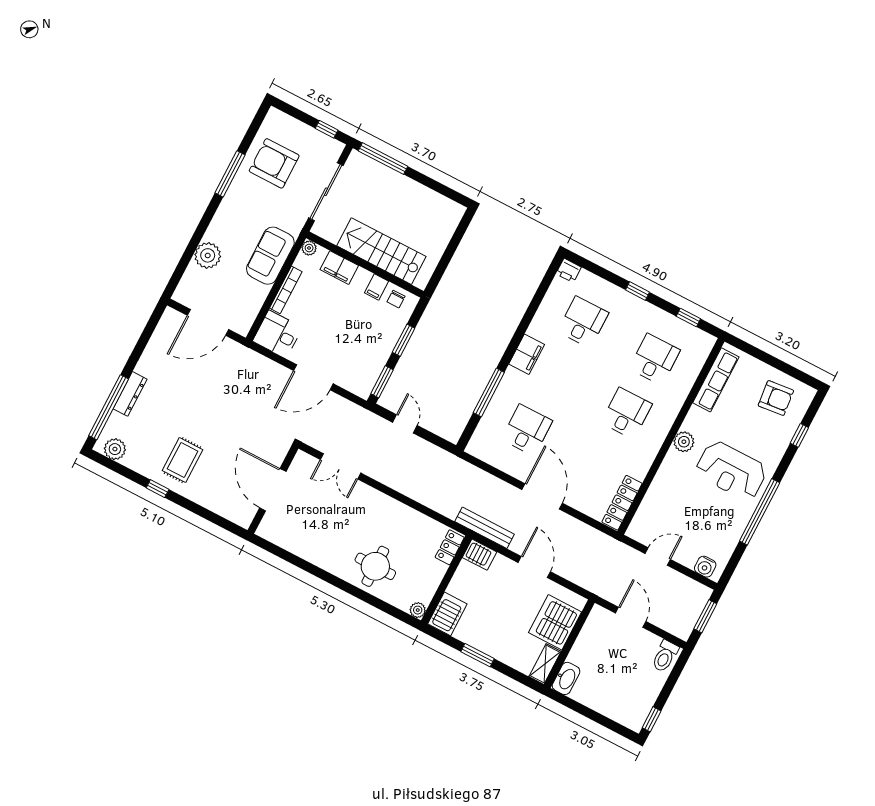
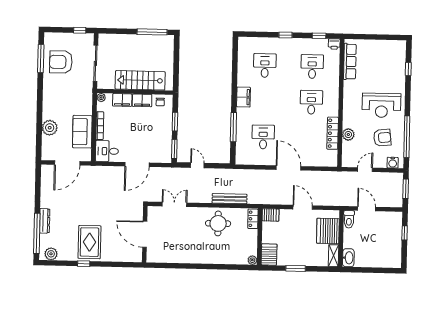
window: (383, 159) -> (152, 32), moved
window: (230, 174) -> (41, 58), moved
sofa: (270, 256) -> (82, 132), moved
printer: (569, 270) -> (334, 44), moved
filing cabinet: (377, 287) -> (142, 100), width x2.00
armchair: (776, 398) -> (382, 138), moved
plant: (684, 442) -> (348, 135), moved
rug: (183, 460) -> (89, 242), width x1.36, depth x1.43
double door: (341, 466) -> (174, 204), swing flipped
locker: (622, 503) -> (333, 133), moved
window: (760, 512) -> (407, 137), moved
bench: (485, 528) -> (230, 199), moved
round table: (375, 566) -> (218, 223), moved
toilet: (665, 656) -> (349, 219), moved
window: (652, 719) -> (405, 233), moved

